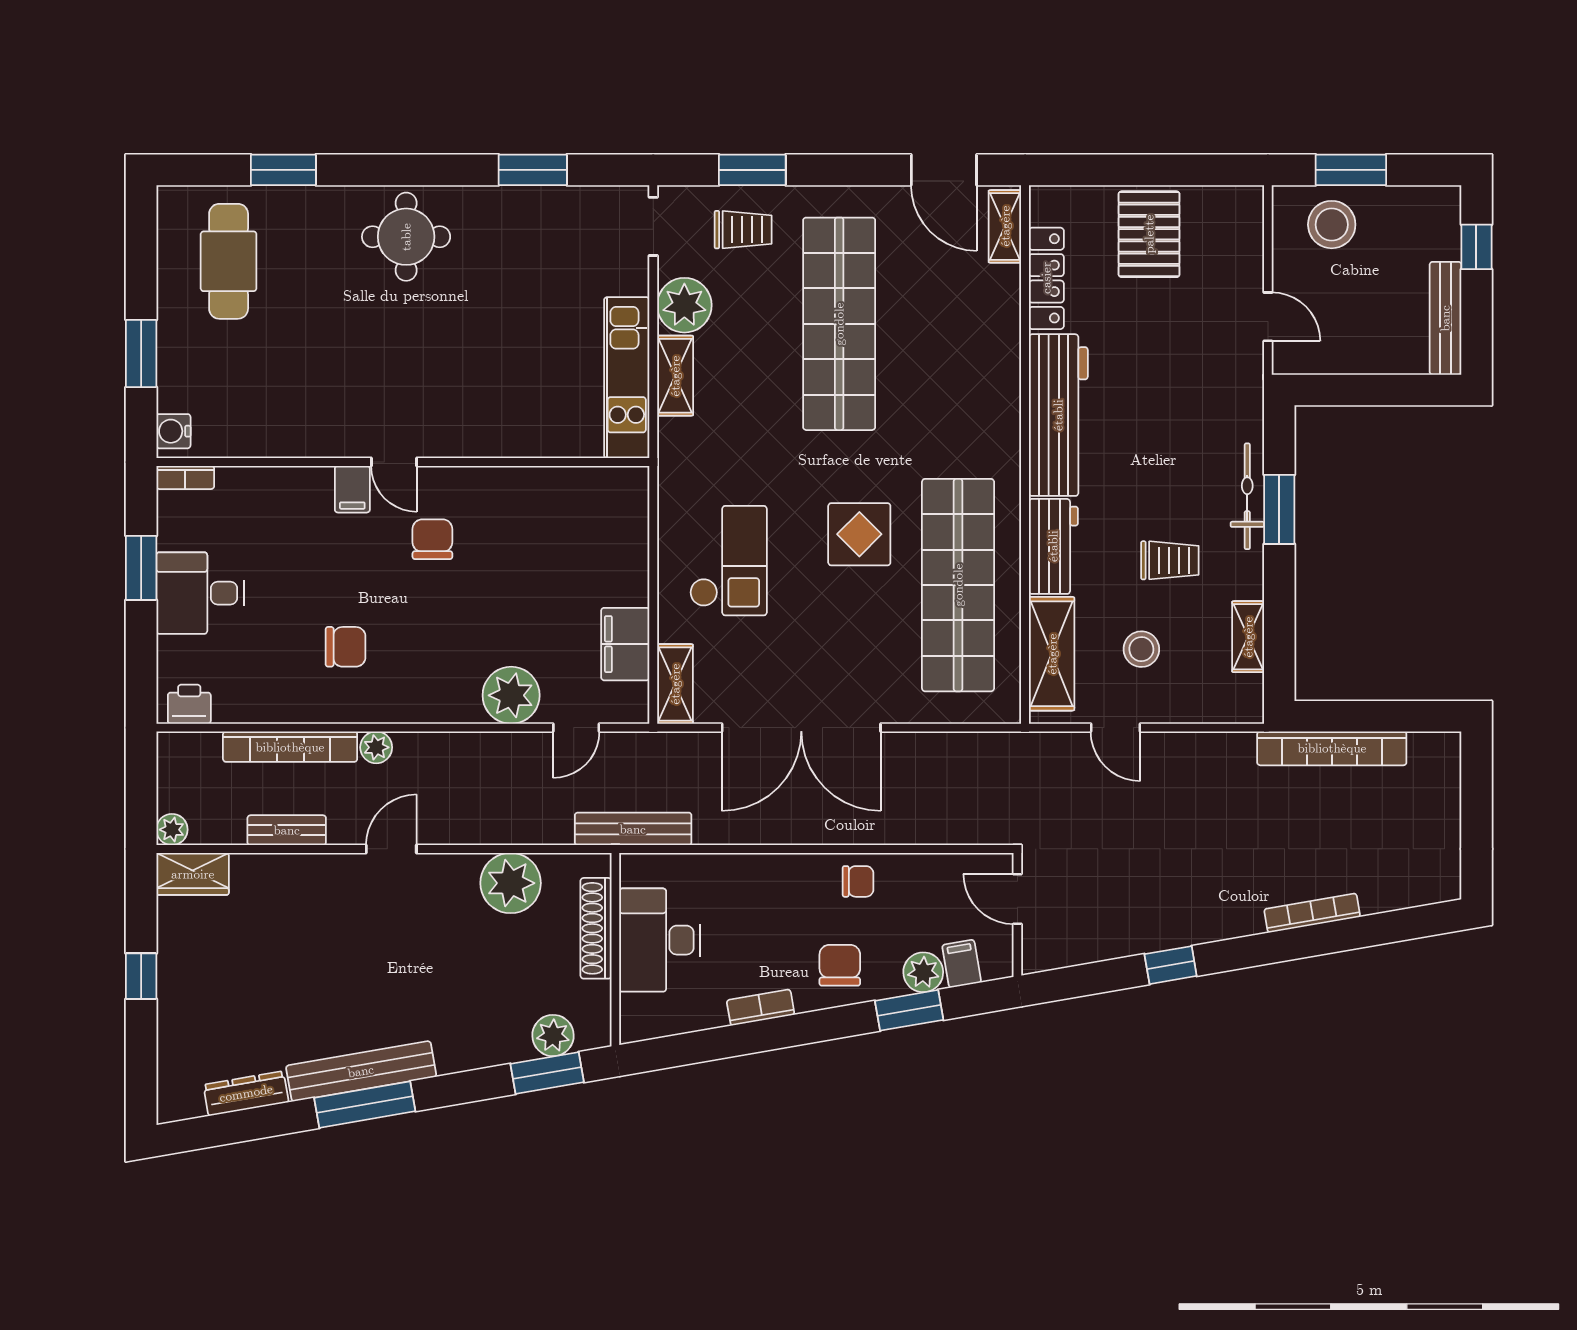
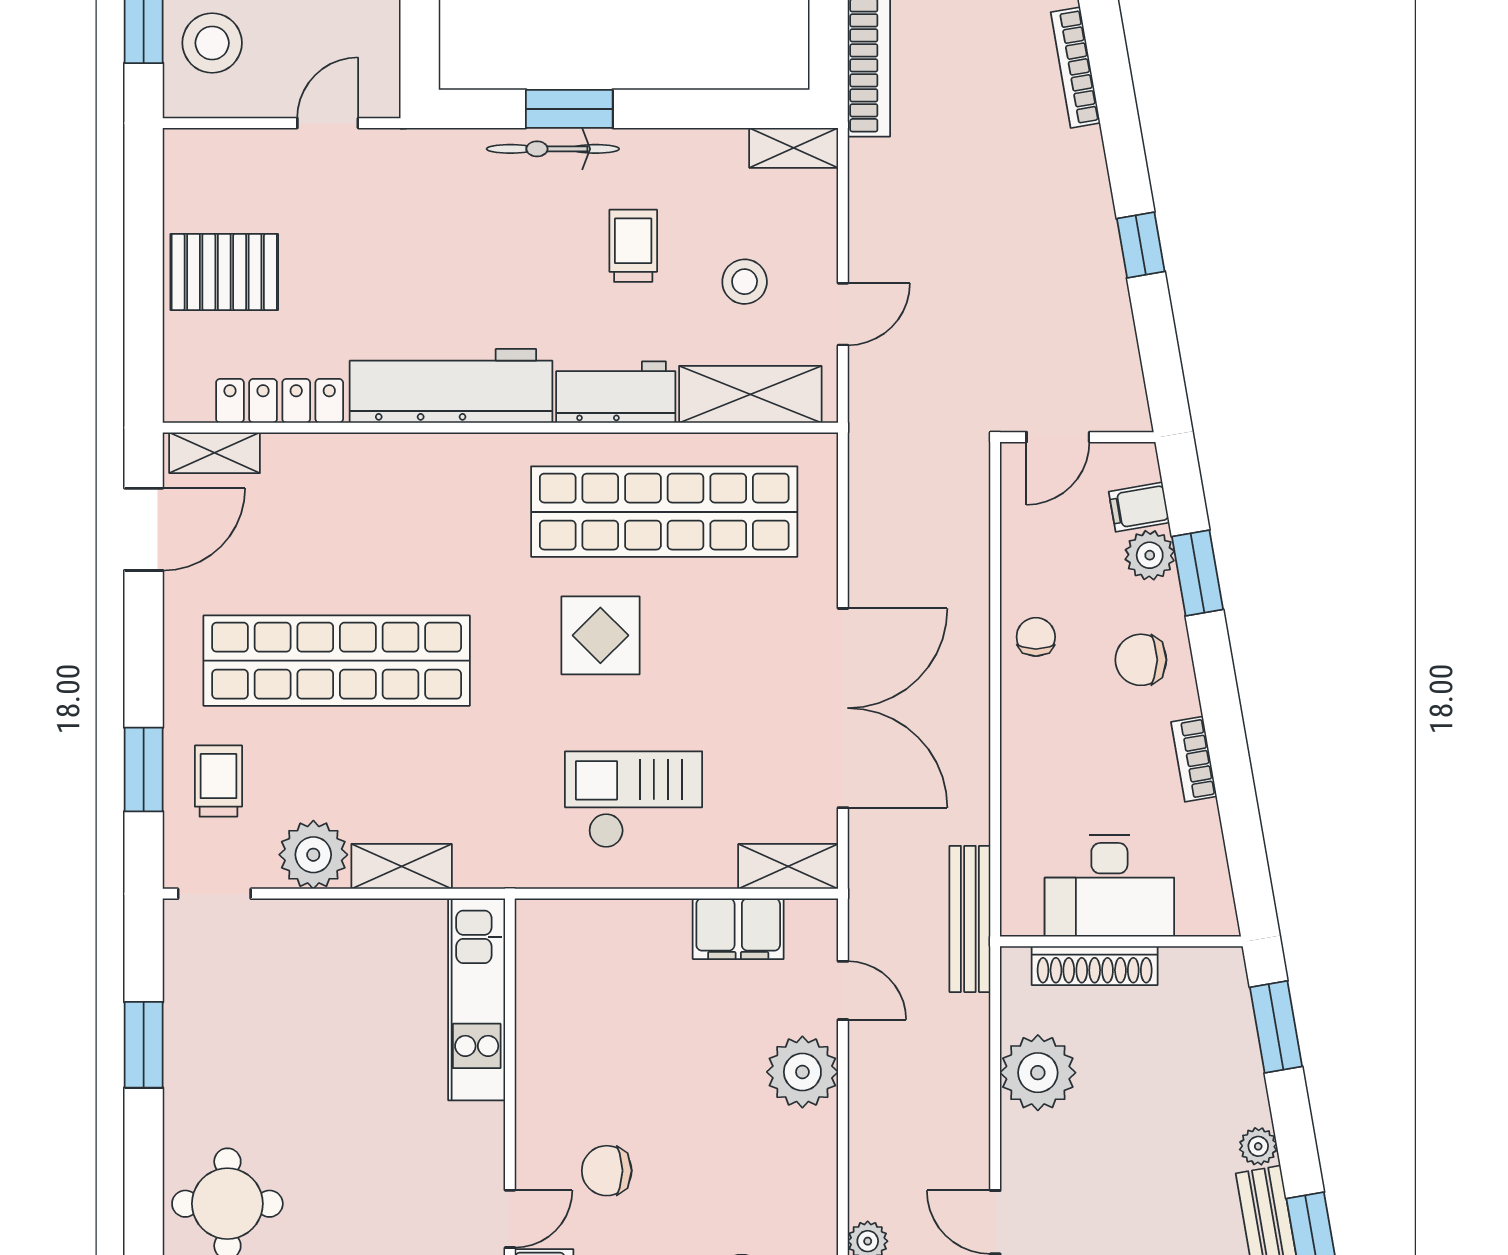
kitchen unit: (627, 378) -> (477, 999), moved, turned 90
shelving: (1248, 637) -> (794, 148), moved
plant: (553, 1036) -> (1258, 1146), moved, width x0.73, depth x0.73

